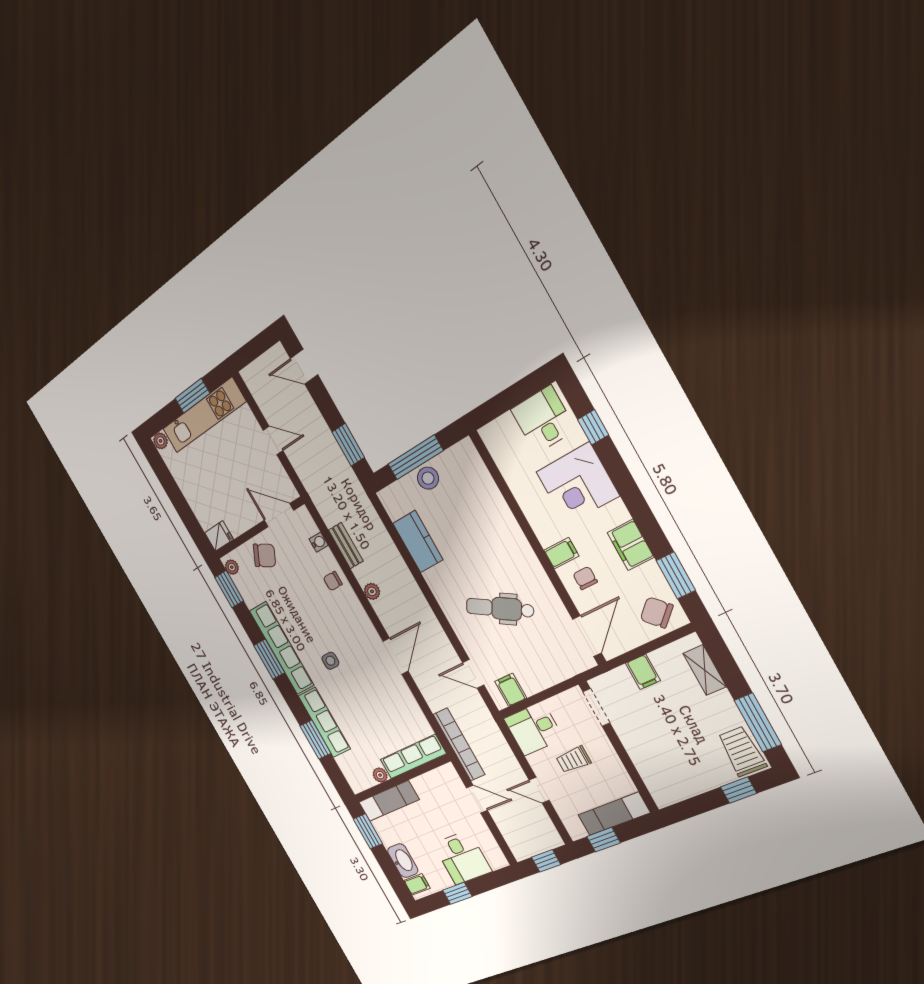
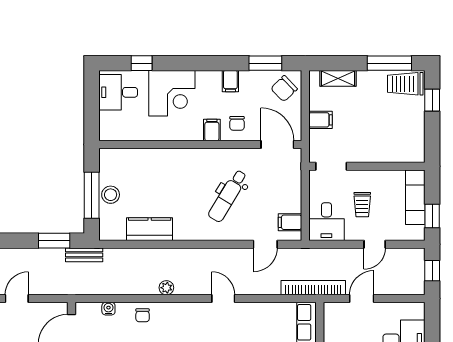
filing cabinet: (631, 545) -> (230, 81), width x0.50
bench: (346, 546) -> (84, 255), moved
chair: (585, 578) -> (237, 123), turned -90
door: (396, 656) -> (223, 299), width x0.73

